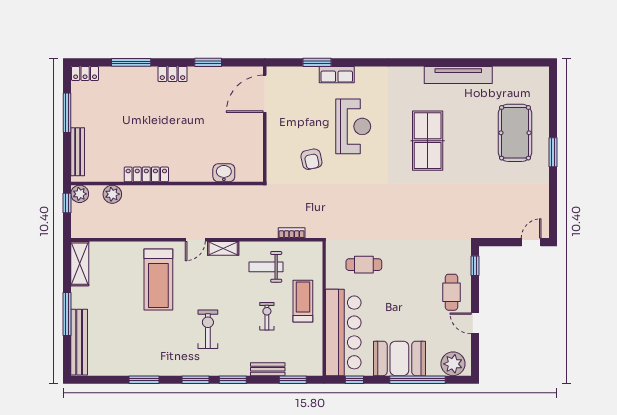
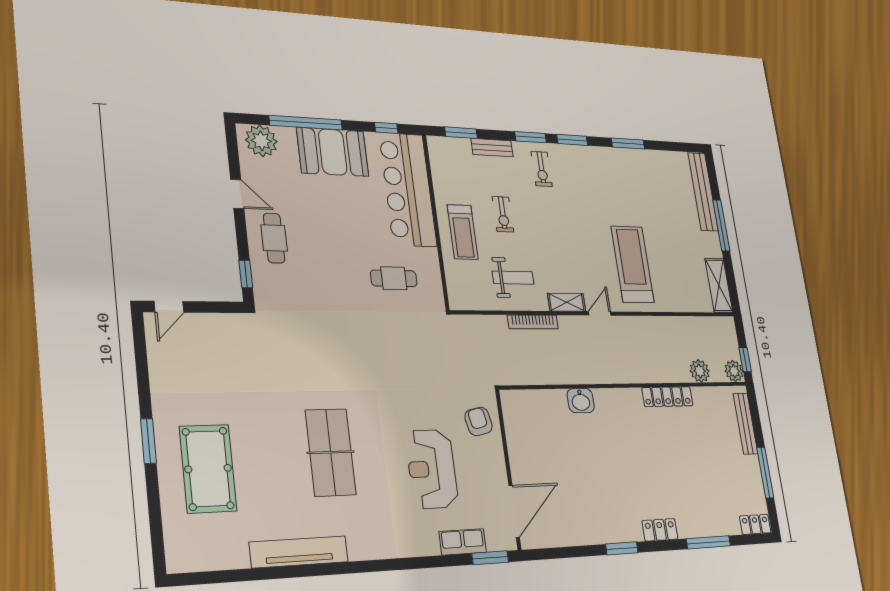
door: (265, 94) -> (514, 511), moved
wall: (265, 124) -> (508, 469), moved
bookcase: (292, 233) -> (533, 322), moved, width x1.56
exercise bike: (208, 329) -> (542, 169), moved, width x0.73, depth x0.72

